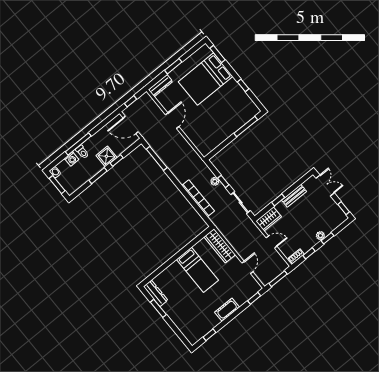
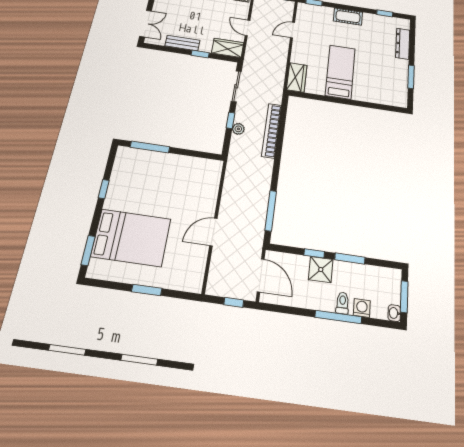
dresser: (160, 86) -> (184, 284), removed
double door: (325, 185) -> (146, 24), swing flipped
wardrobe: (220, 246) -> (297, 77), width x0.67
dresser: (156, 293) -> (403, 44), moved

